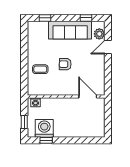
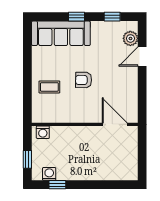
window: (45, 18) -> (77, 17), moved
sofa: (70, 30) -> (61, 33), moved
washing machine: (44, 128) -> (49, 174), width x0.53, depth x0.53

